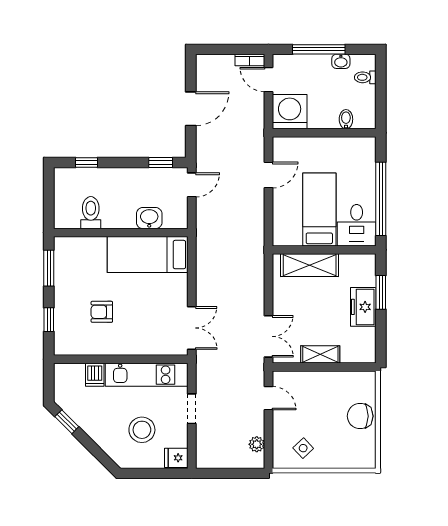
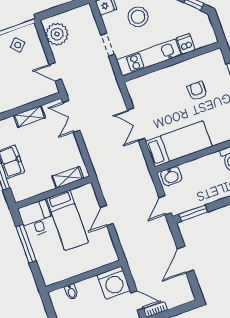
window: (161, 163) -> (193, 213), width x1.50
door: (268, 175) -> (107, 216), moved
window: (381, 199) -> (26, 244), width x0.68
washbasin: (149, 218) -> (171, 176), moved
shelving: (310, 265) -> (68, 177), width x0.67, depth x0.75
armchair: (102, 312) -> (197, 91), turned -90
double door: (192, 328) -> (136, 124), moved
plant: (257, 444) -> (57, 34), width x1.88, depth x1.88

